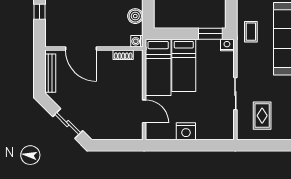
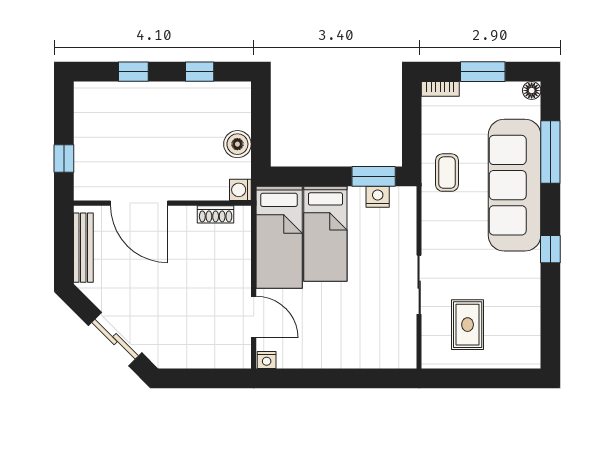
window: (40, 12) -> (64, 159), moved
nightstand: (227, 45) -> (378, 197), moved
nightstand: (186, 131) -> (267, 360), moved, width x0.53, depth x0.56

